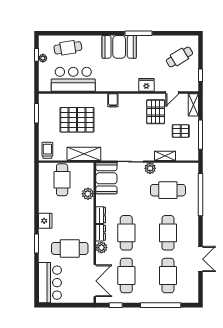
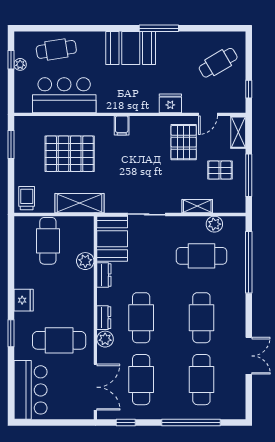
plant: (150, 168) -> (214, 224), moved
dresser: (101, 215) -> (104, 275), moved

